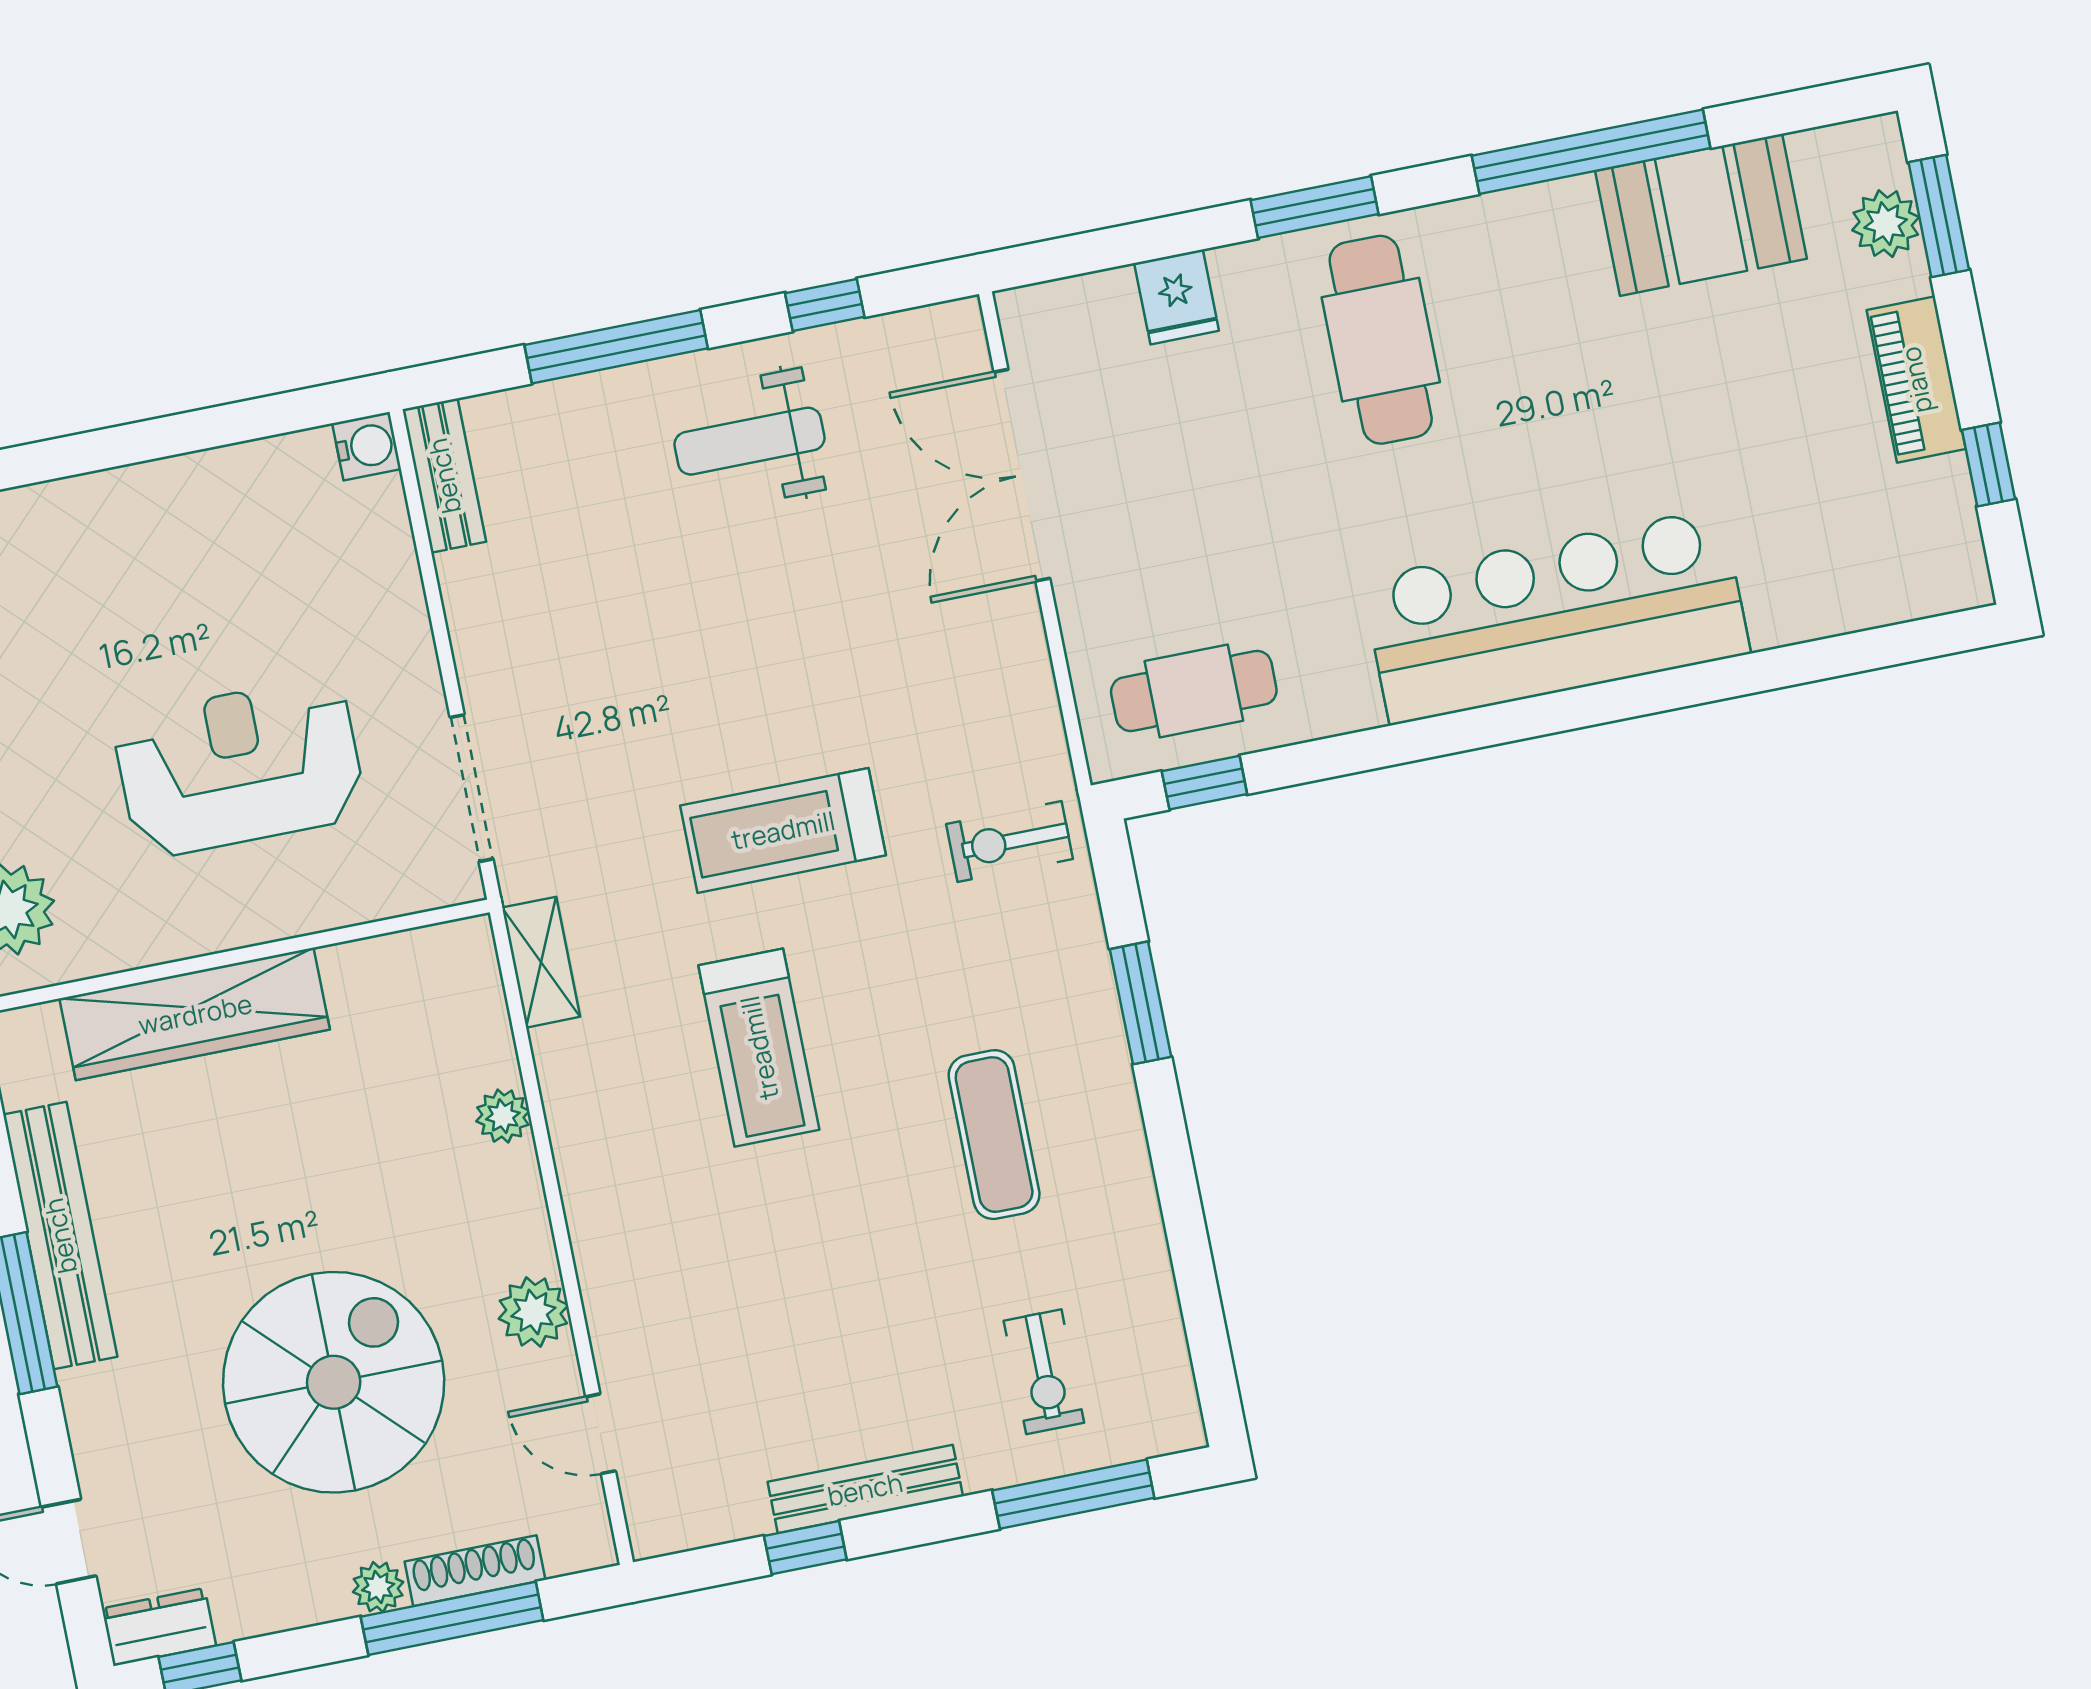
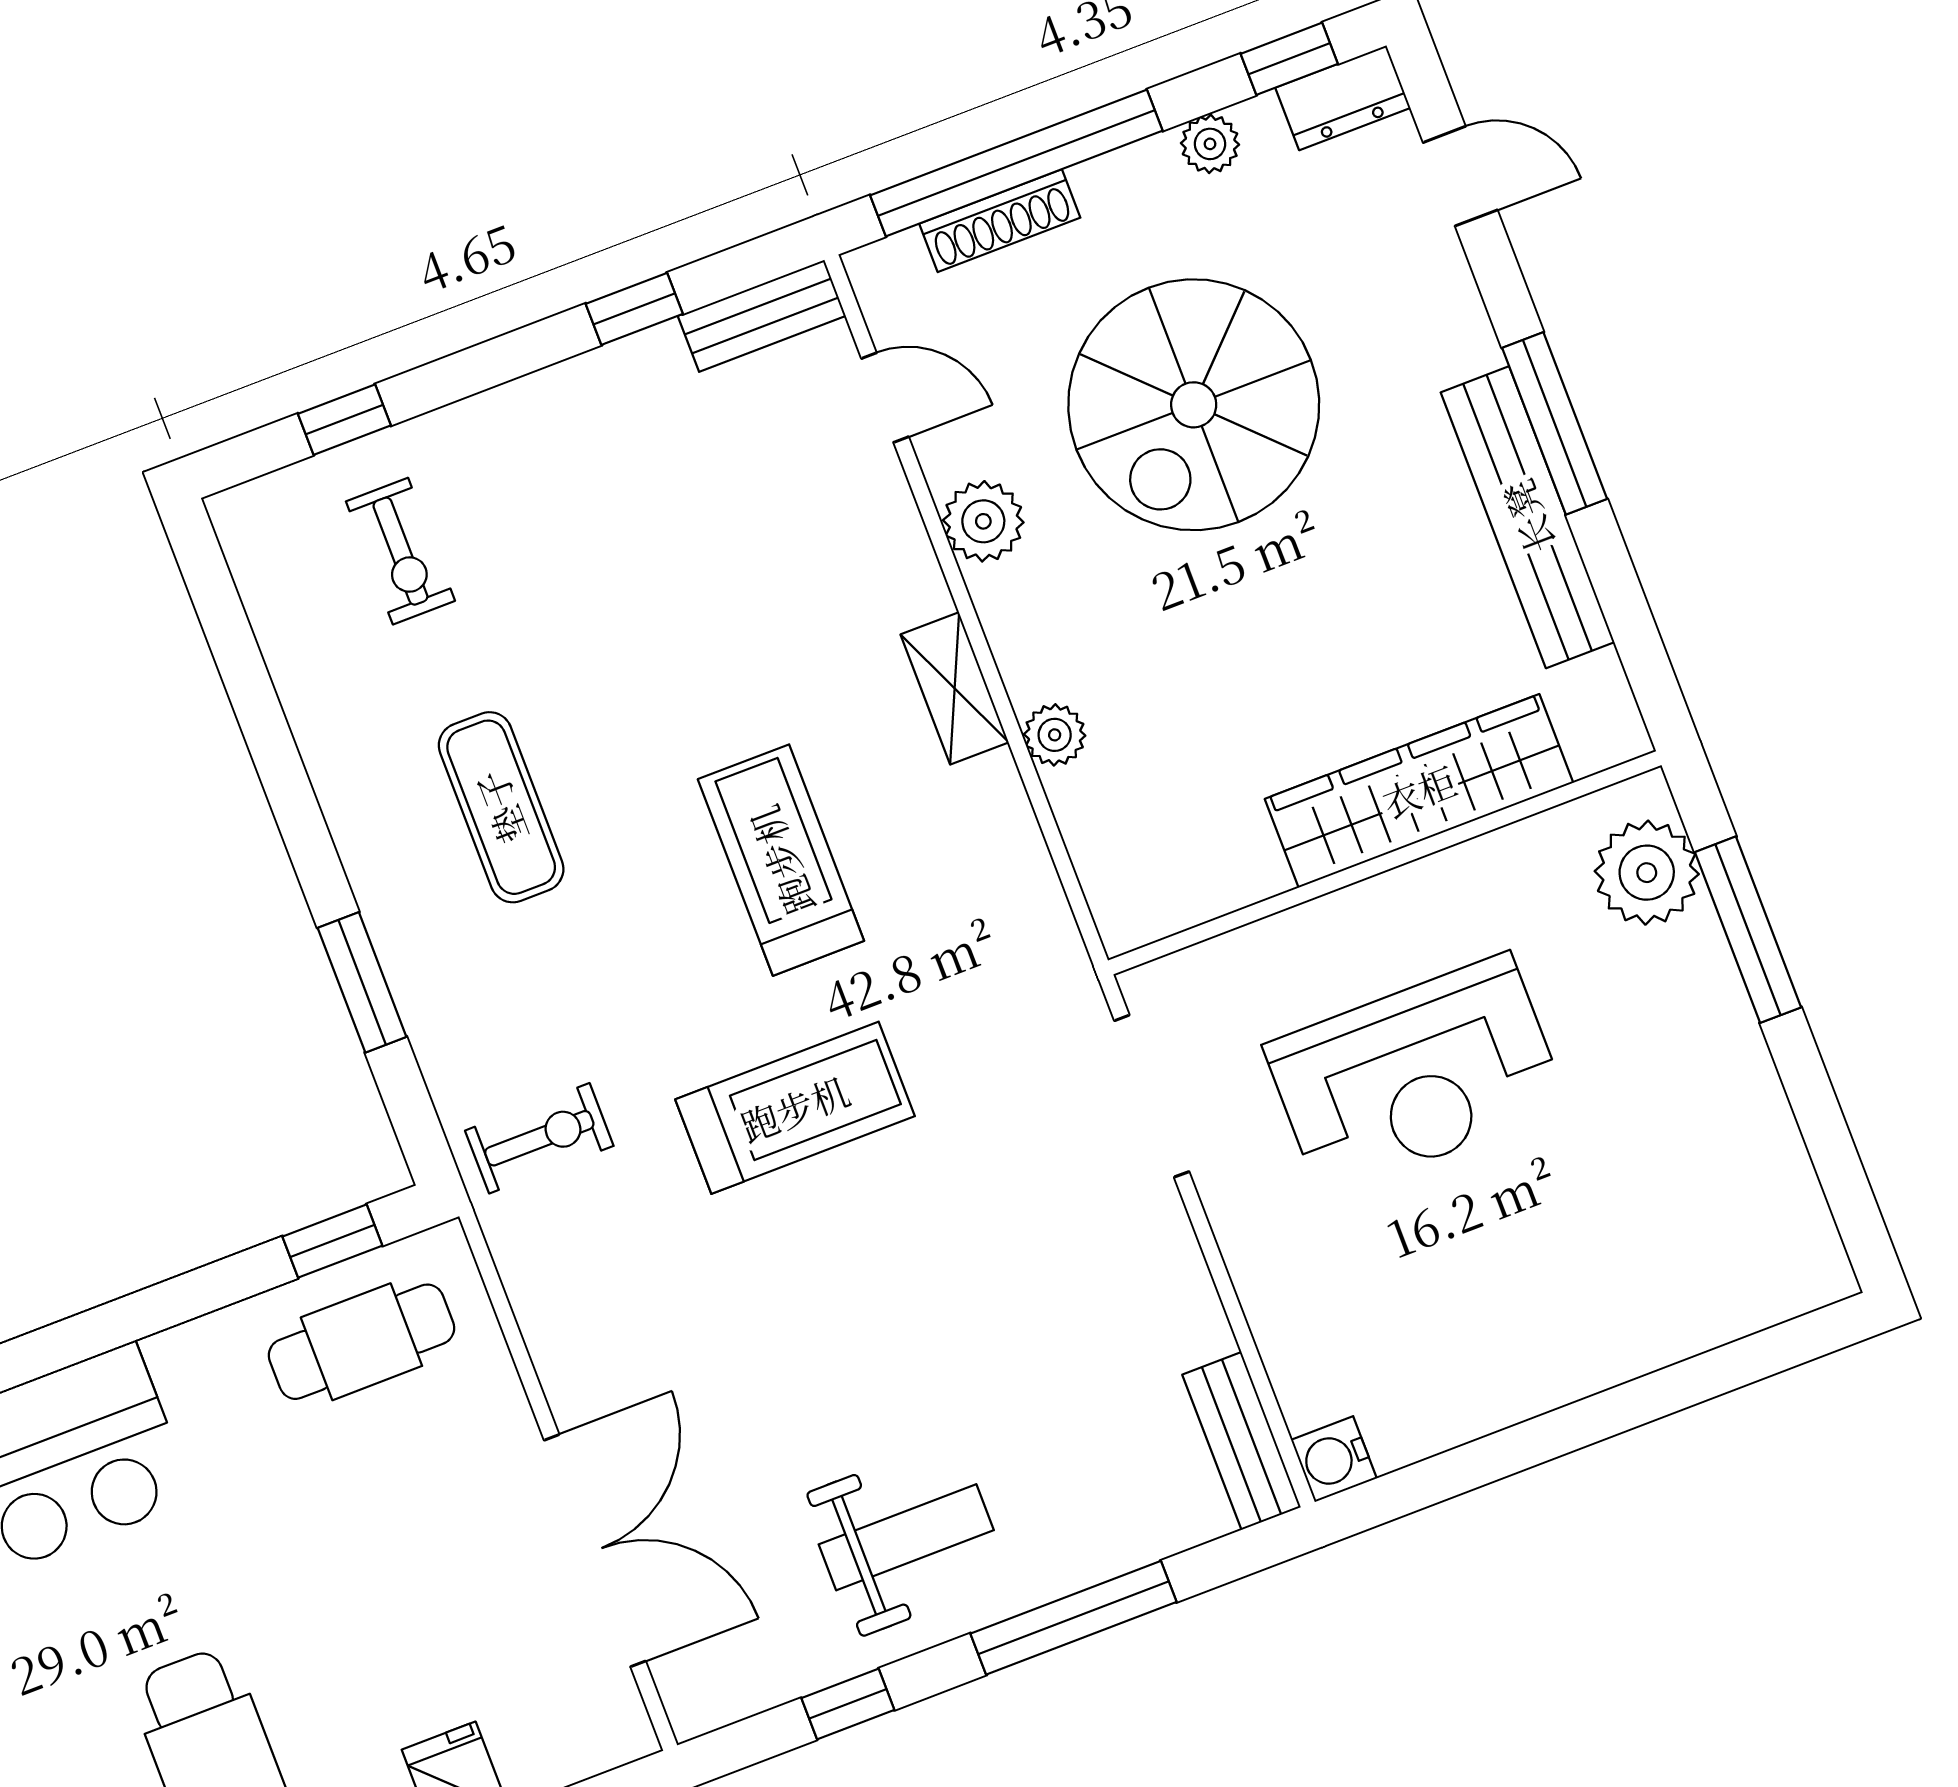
shelving: (541, 962) -> (955, 688), moved
exercise bike: (1044, 1372) -> (400, 551), turned 180
bench: (865, 1489) -> (762, 316), moved, width x0.73
window: (1073, 1494) -> (344, 420), width x0.46
plant: (378, 1587) -> (1210, 144), moved
window: (452, 1618) -> (1016, 163), width x1.46

